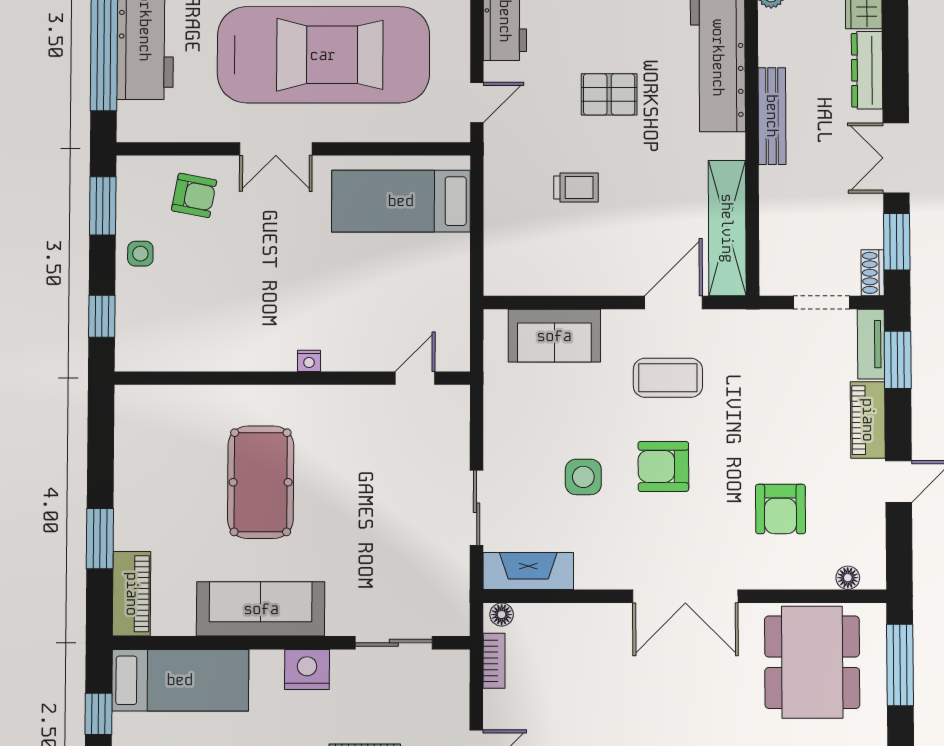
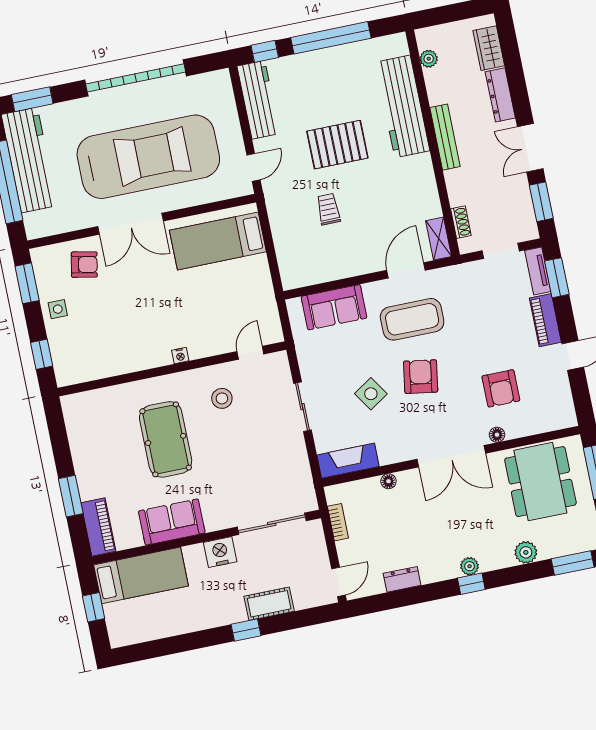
pallet: (609, 94) -> (337, 145), width x1.50, depth x1.42
double door: (276, 149) -> (130, 224), width x1.37
trolley: (576, 188) -> (328, 209), turned -90
shelving: (727, 228) -> (439, 239), width x0.45, depth x0.75
shoe rack: (873, 273) -> (461, 222), moved, turned 180
coffee table: (668, 378) -> (412, 319), width x1.36, depth x1.32
stool: (358, 438) -> (222, 398), added
armchair: (663, 466) -> (421, 377), turned 99
side table: (583, 477) -> (371, 394), turned -33
sliding door: (477, 508) -> (303, 407), moved
floor lamp: (848, 578) -> (497, 435), moved
sofa: (261, 609) -> (172, 522), width x0.73
floor lamp: (502, 615) -> (388, 481), moved
sliding door: (394, 643) -> (272, 524), width x1.37

